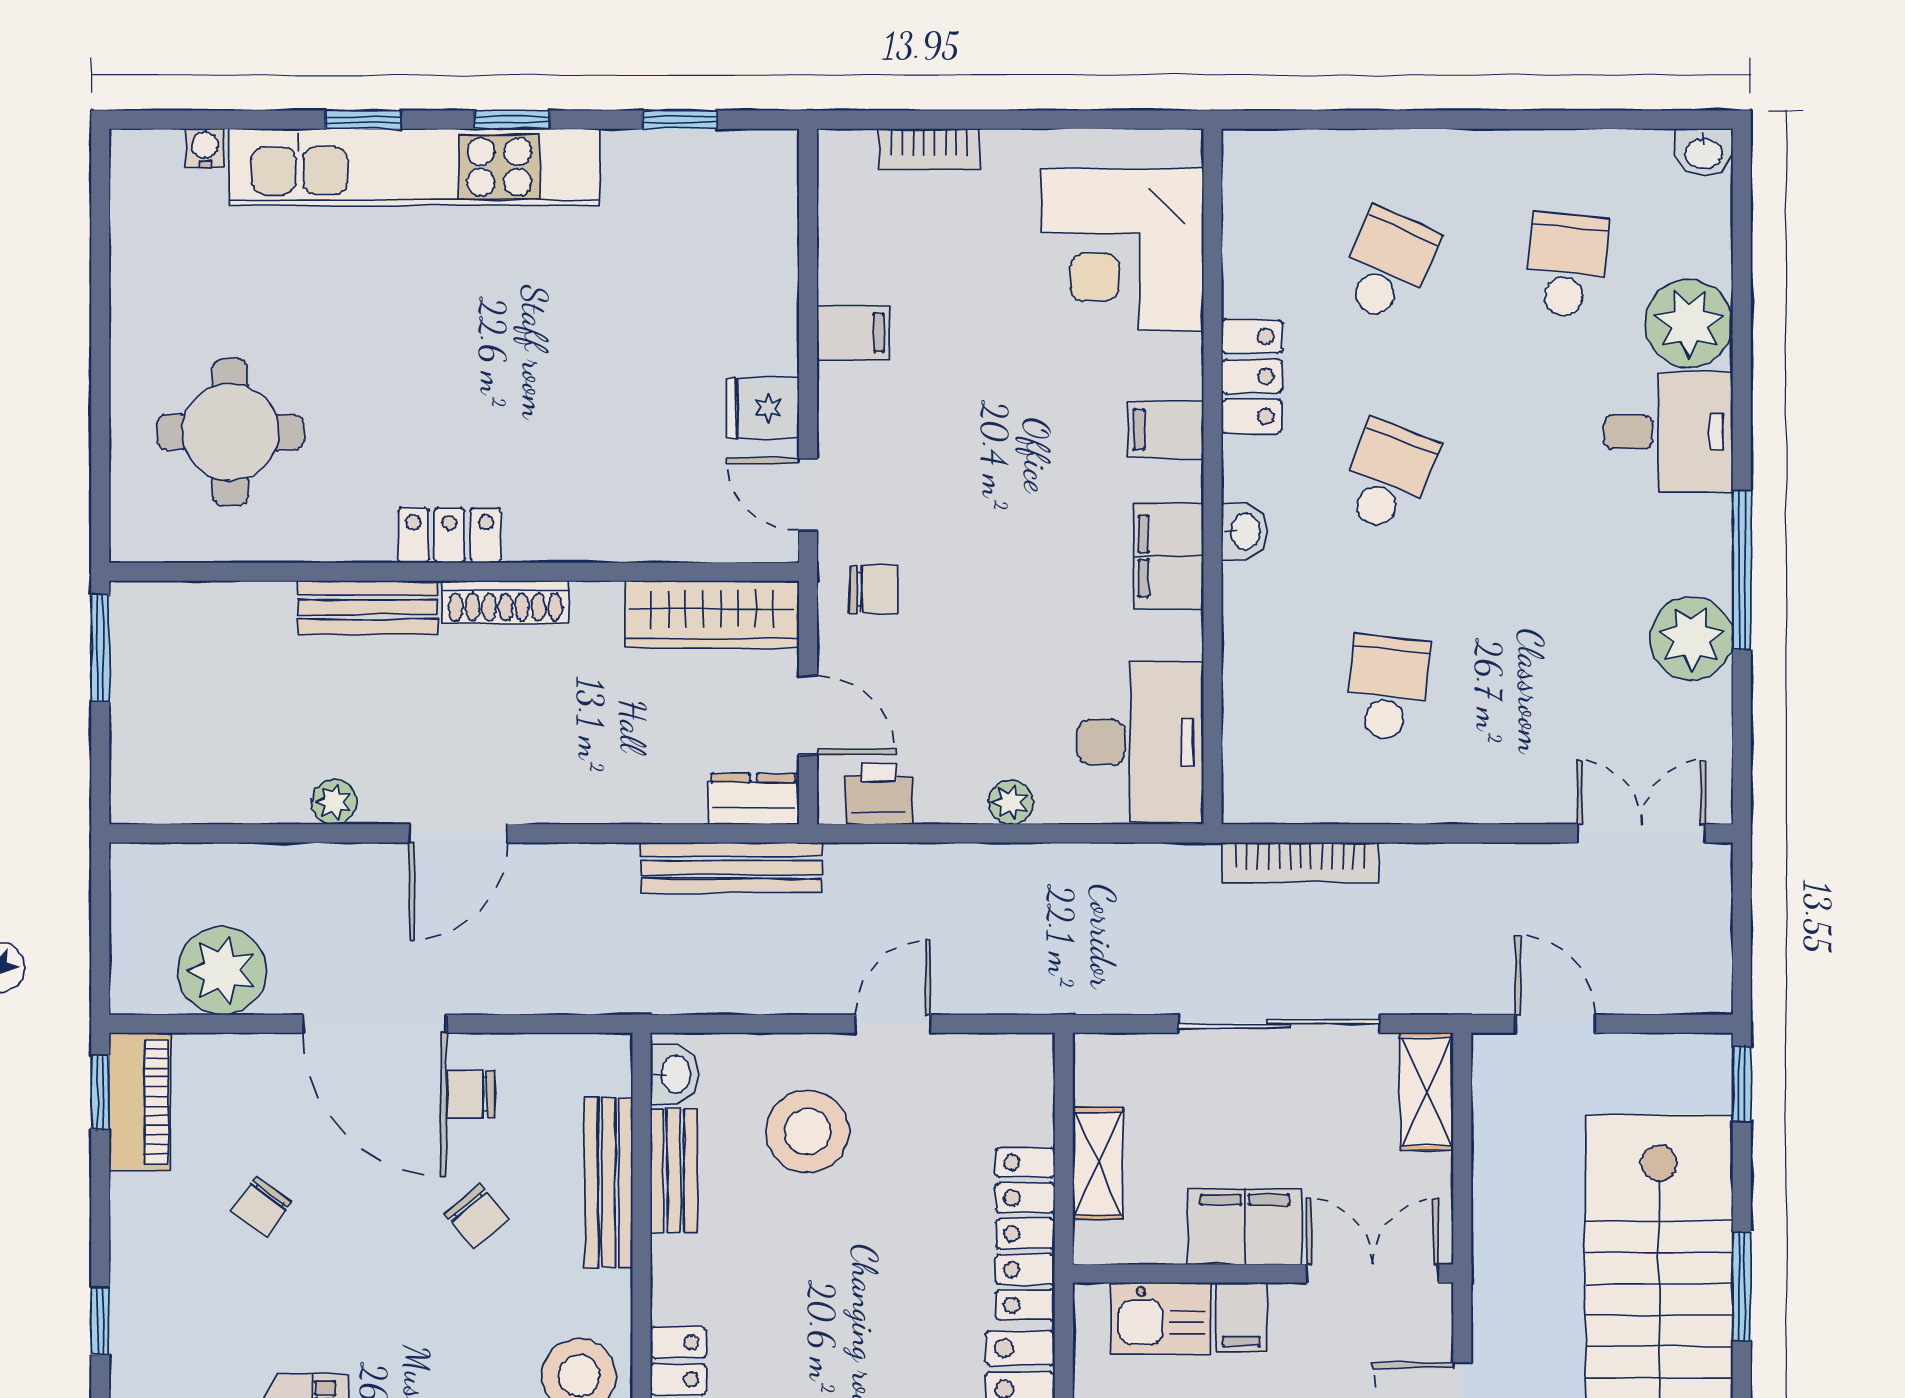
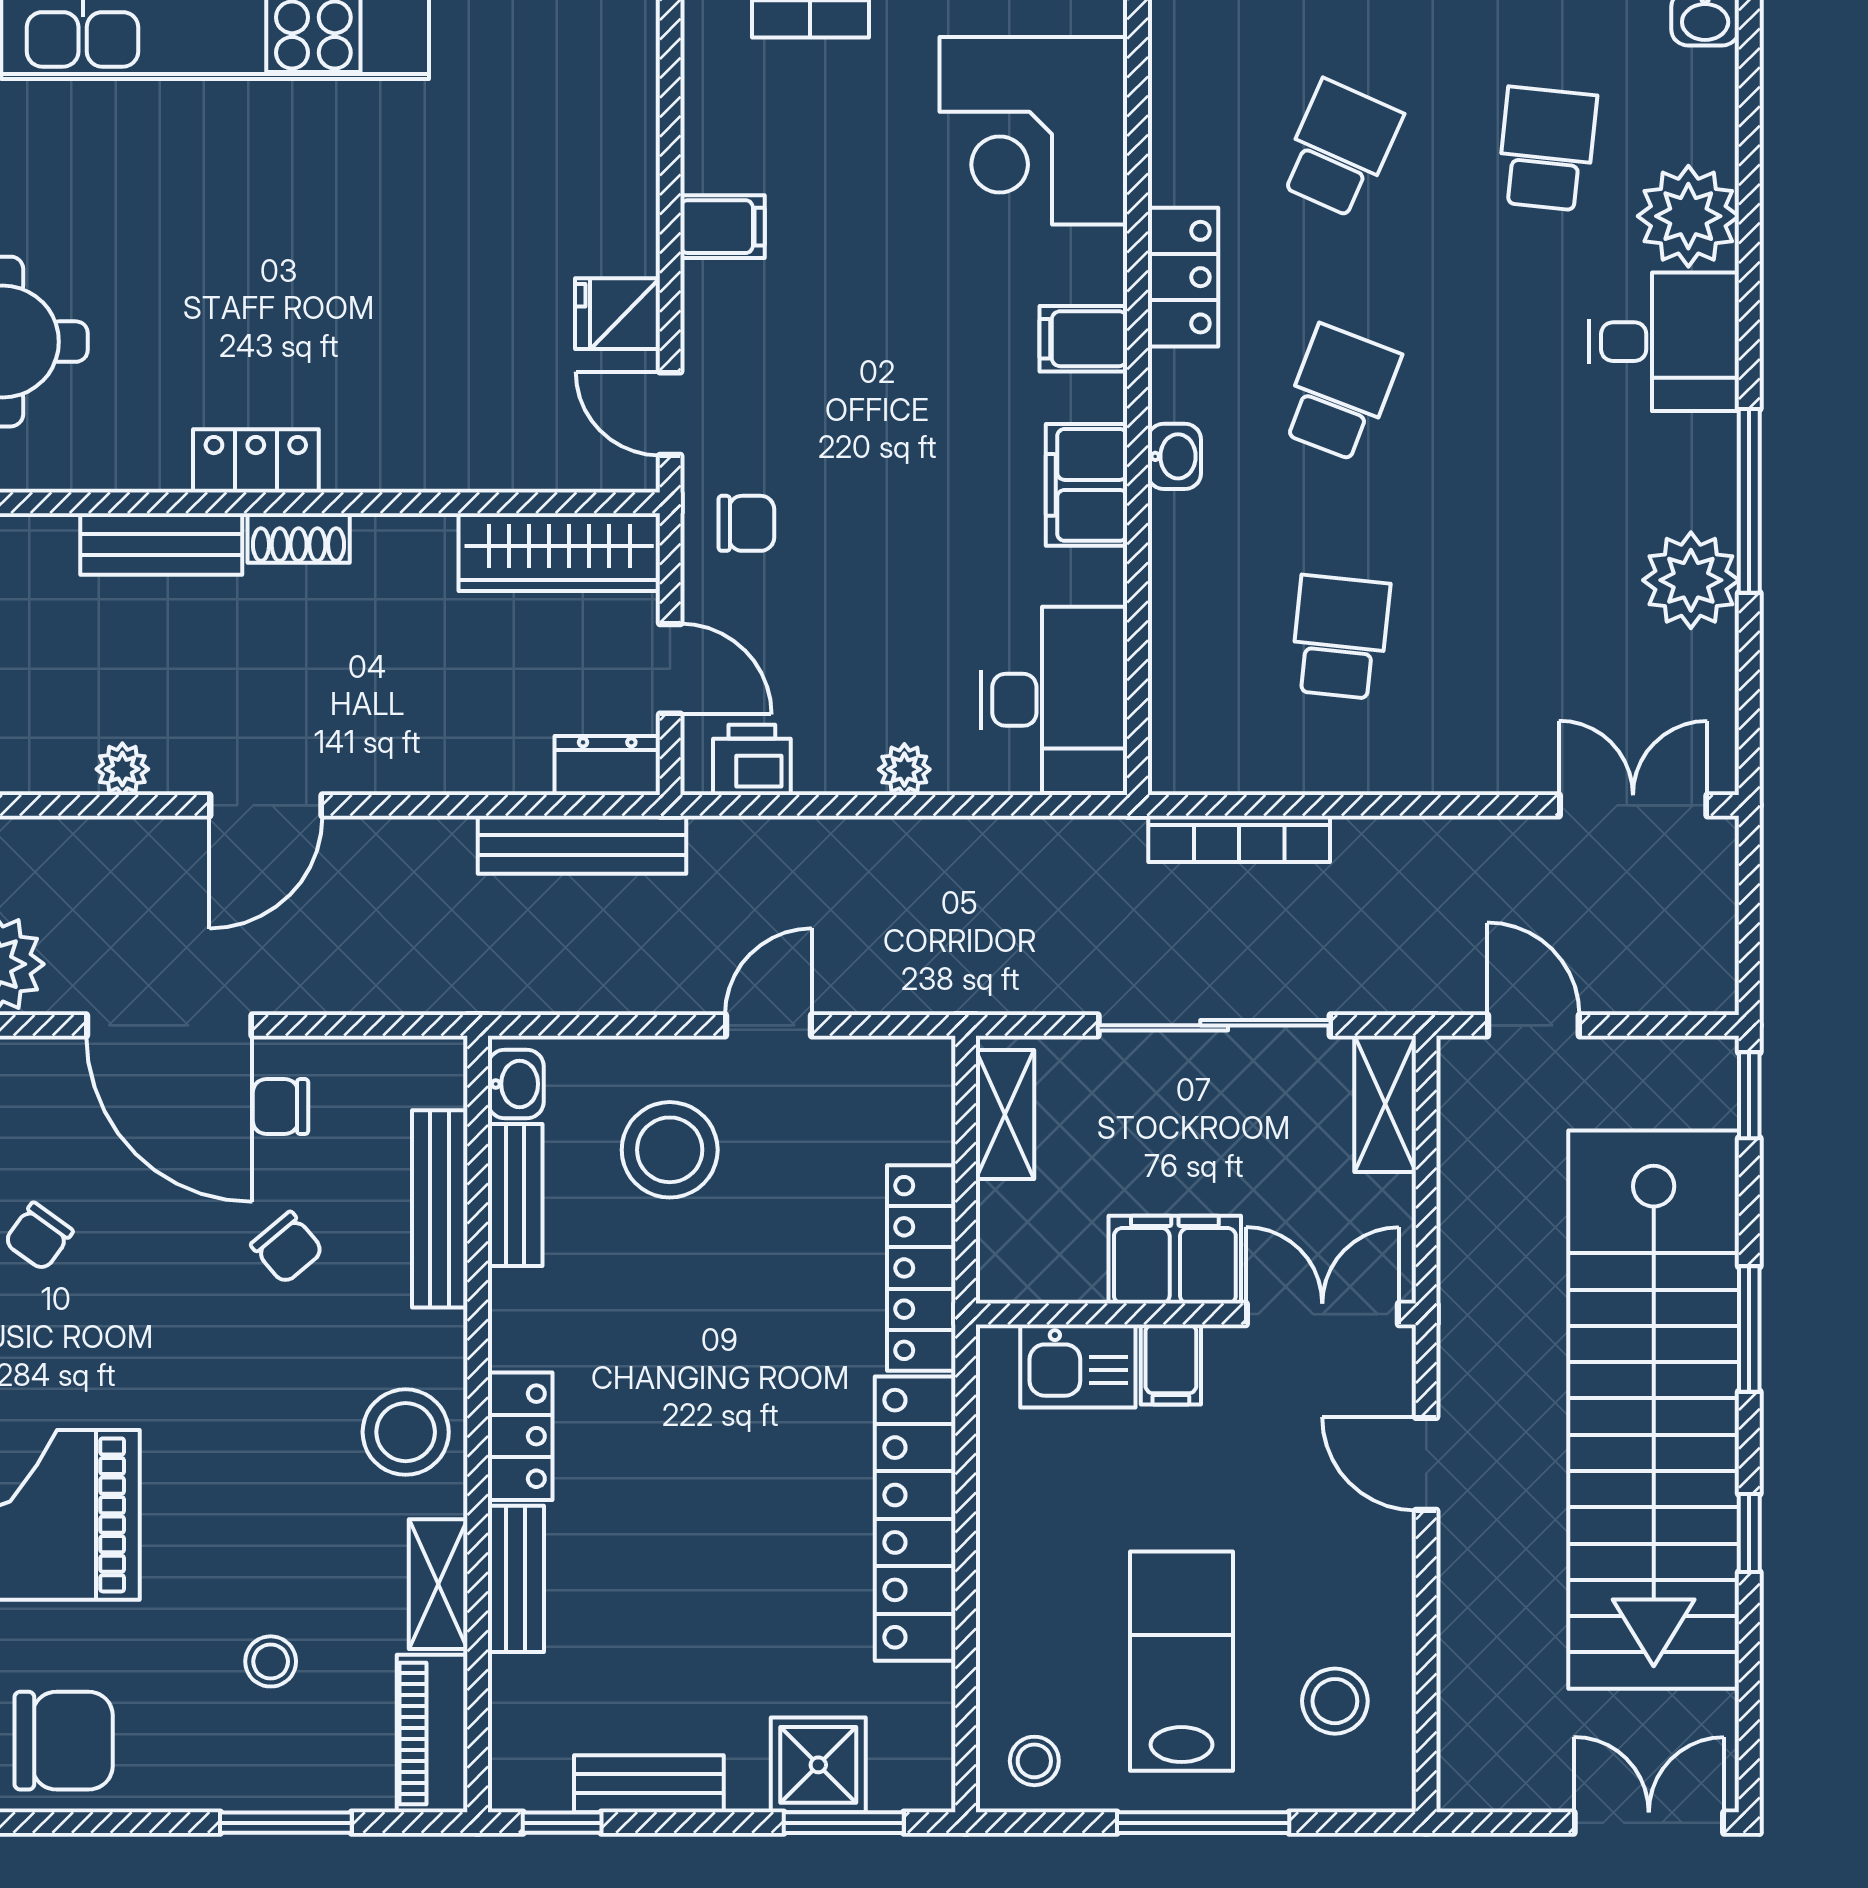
shoe rack: (505, 602) -> (299, 538), width x0.70
shelving: (1098, 1164) -> (1005, 1114), moved

